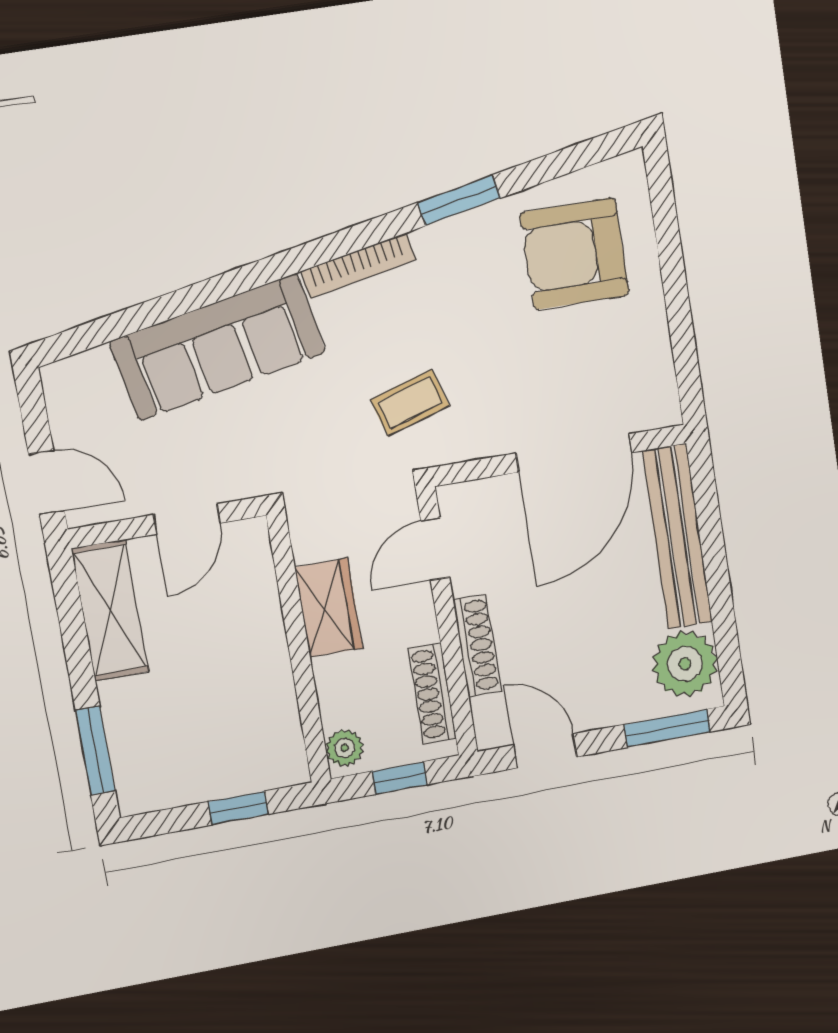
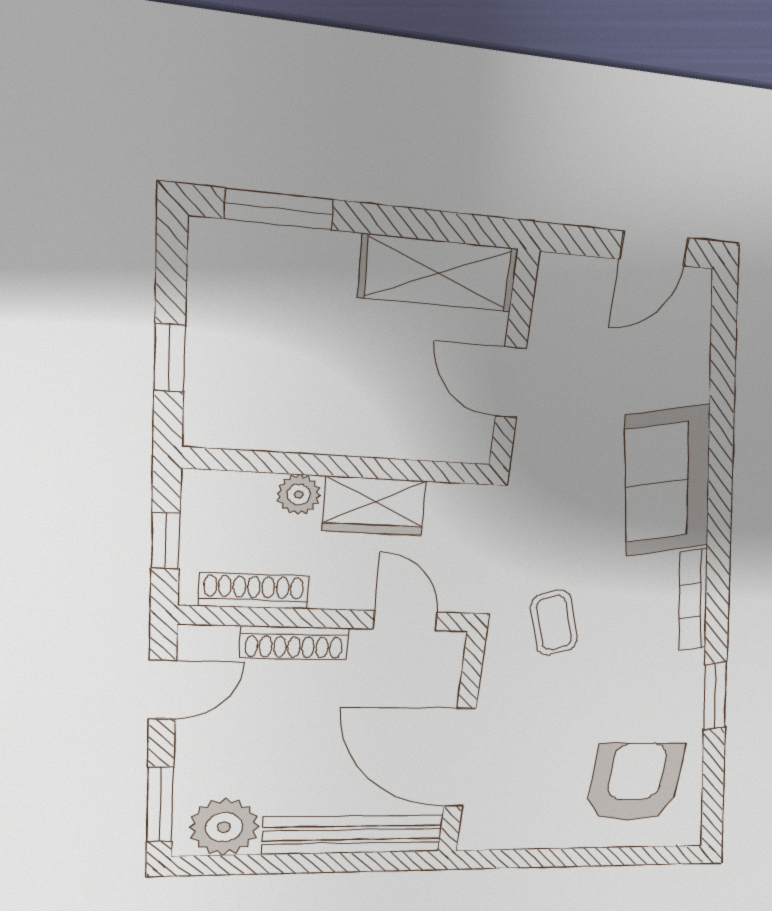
sofa: (218, 347) -> (667, 482), width x0.73
door: (46, 482) -> (654, 249), moved
plant: (345, 748) -> (299, 494), moved

